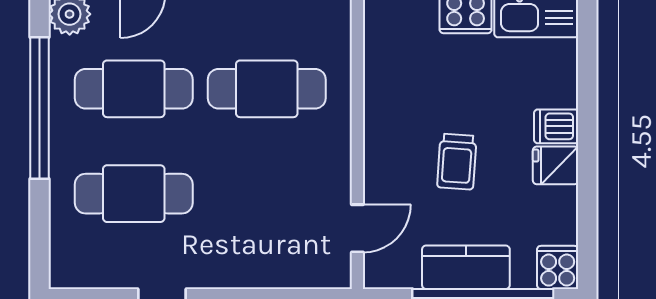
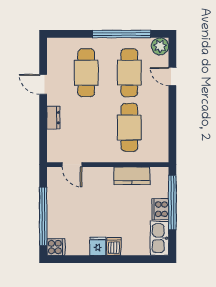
trolley: (457, 162) -> (99, 206), removed
kitchen counter: (466, 267) -> (132, 176), moved, turned 90
dresser: (243, 274) -> (53, 118), added

